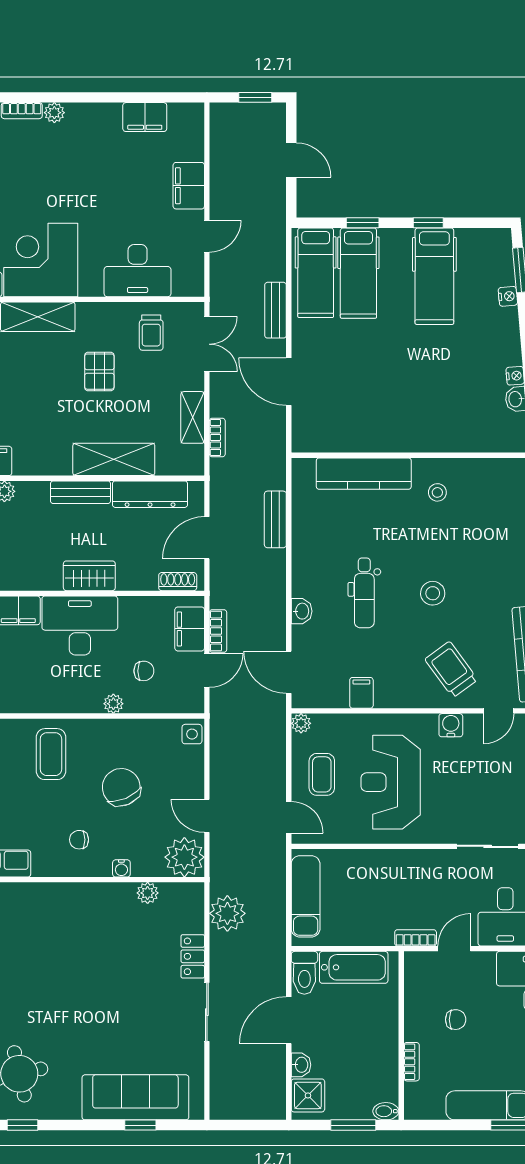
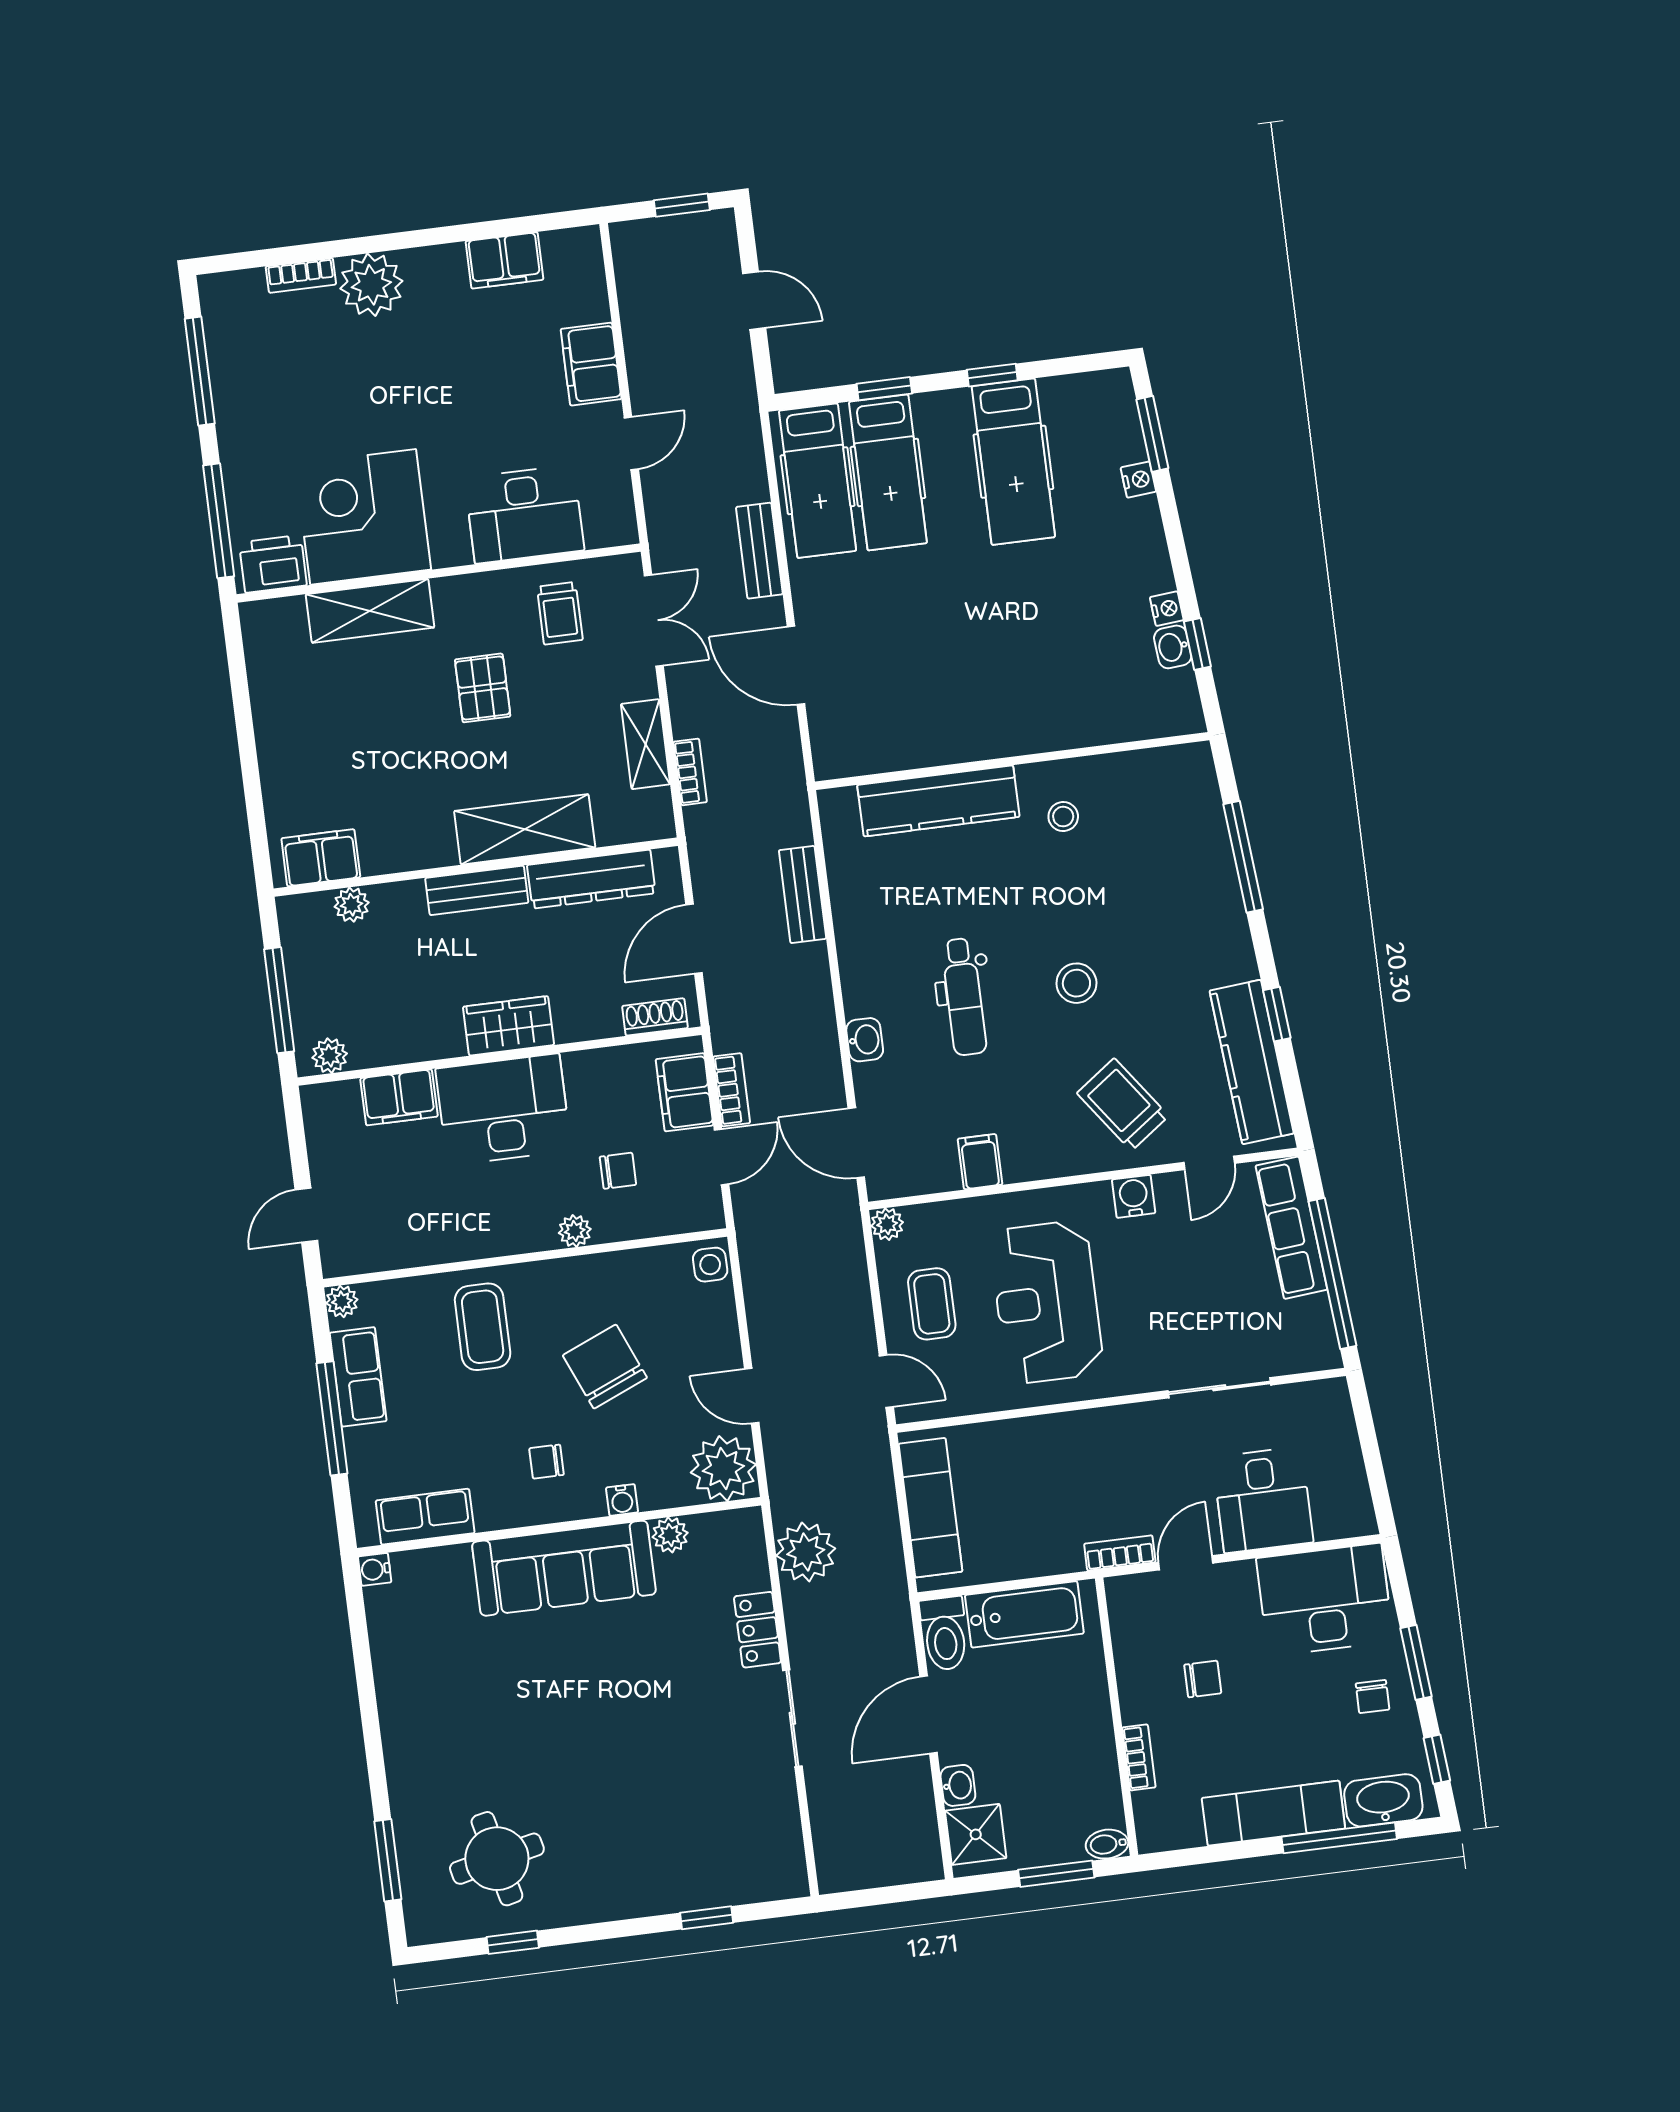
plant: (54, 113) -> (371, 285), width x1.87, depth x1.87
sofa: (135, 1097) -> (564, 1568), moved, turned 180

